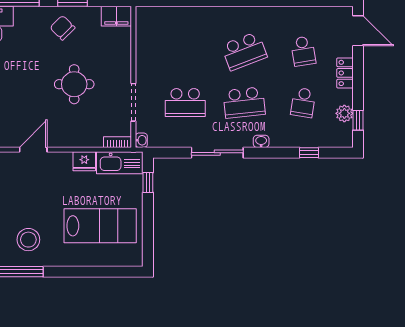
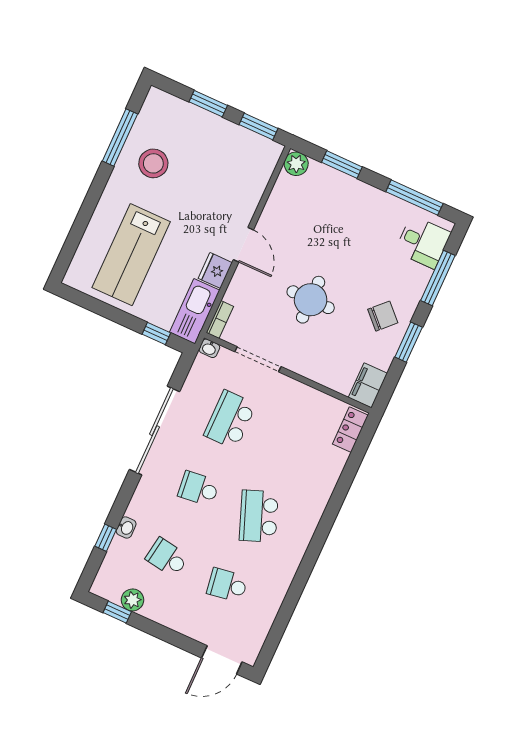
locker: (345, 73) -> (350, 430), moved, turned -90
school desk: (244, 103) -> (199, 489), width x0.54
washbasin: (261, 141) -> (126, 528), moved
door: (33, 150) -> (243, 245), moved
sliding door: (217, 153) -> (154, 431), width x1.36

